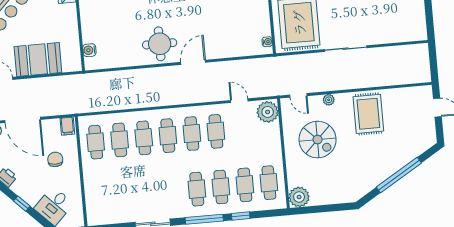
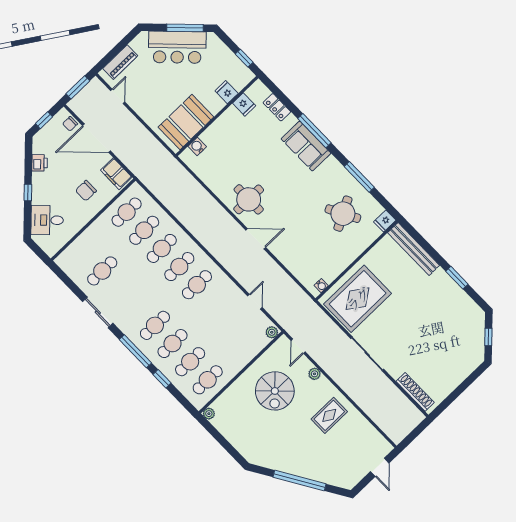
shoe rack: (403, 36) -> (415, 392), added
booth: (38, 60) -> (186, 122), moved, turned 90
plant: (268, 112) -> (272, 332), width x0.53, depth x0.53
rug: (368, 114) -> (329, 415), width x0.73, depth x0.70
door: (23, 120) -> (96, 138), hinge flipped
filing cabinet: (67, 126) -> (116, 174), width x2.00
cafe table: (216, 131) -> (102, 271), moved
chair: (55, 159) -> (86, 191), turned 180
plant: (299, 197) -> (209, 414), width x0.53, depth x0.53

